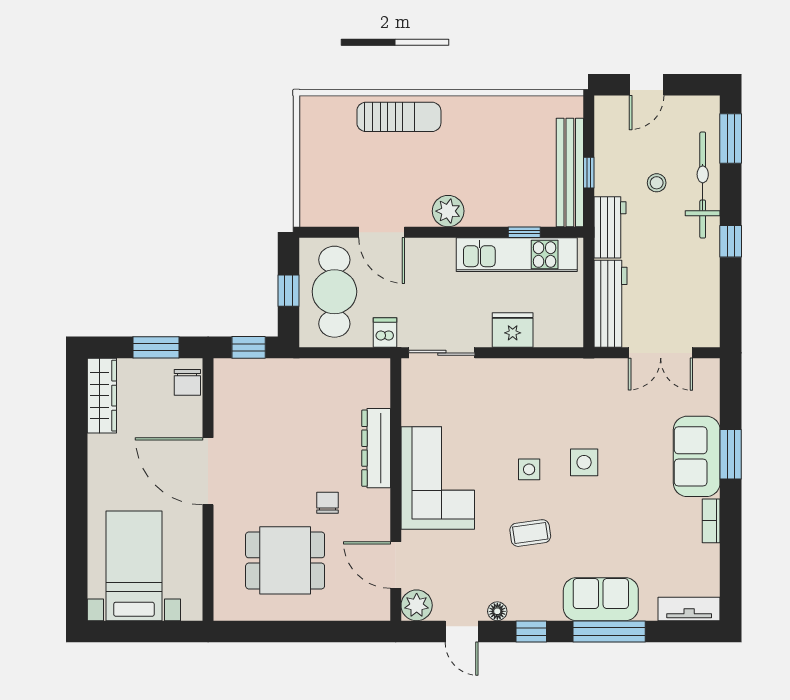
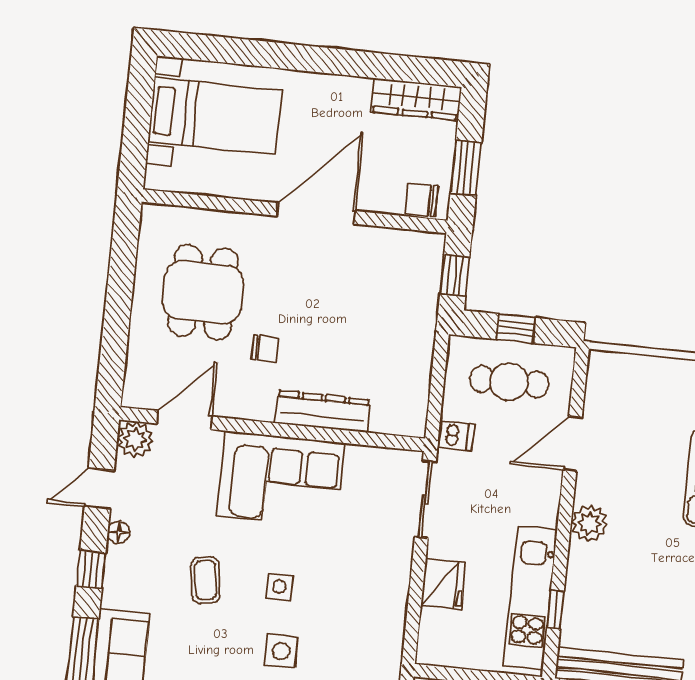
cafe table: (334, 292) -> (509, 382), width x0.73, depth x0.74

